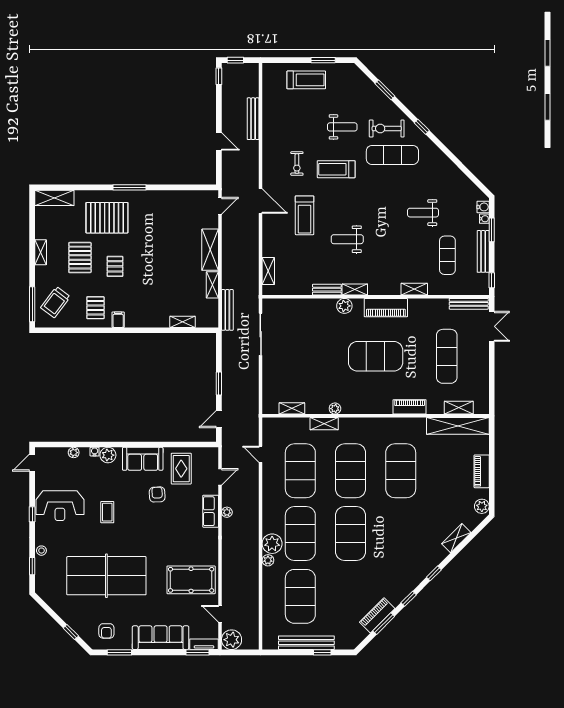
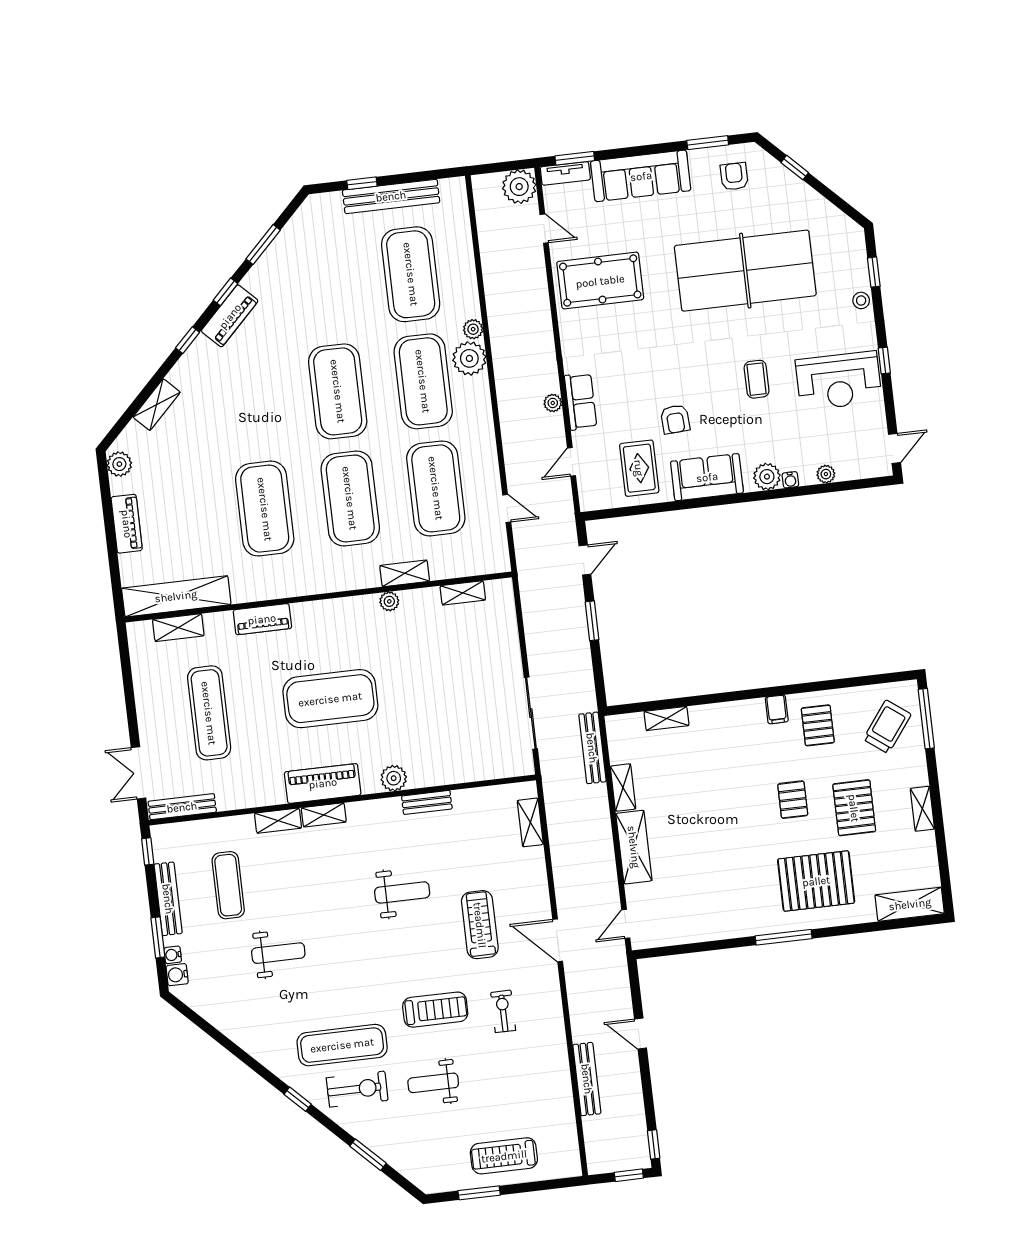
shelving: (355, 289) -> (324, 815), moved
reception desk: (60, 506) -> (839, 381), turned 180
piano: (377, 615) -> (230, 316), moved

